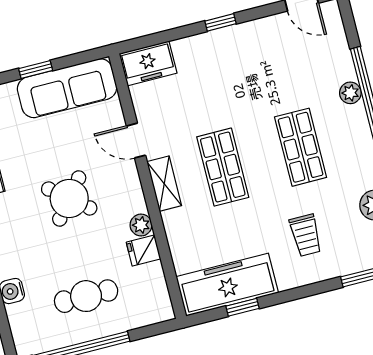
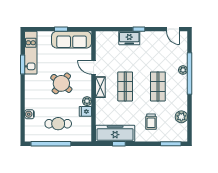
freezer: (148, 63) -> (129, 38), moved

